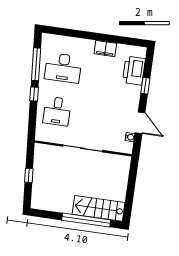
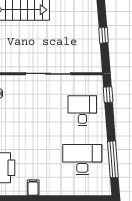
filing cabinet: (105, 49) -> (33, 188), width x0.50
window: (34, 94) -> (108, 95), moved

